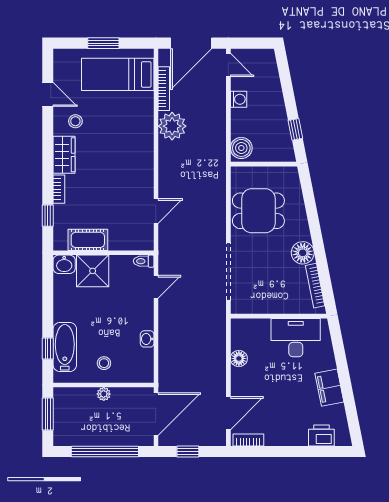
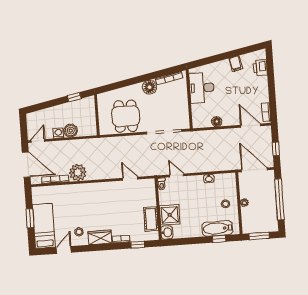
bed: (118, 74) -> (44, 226), moved, turned 180
boiler: (241, 148) -> (71, 131), moved
filing cabinet: (329, 388) -> (236, 64), width x0.50

